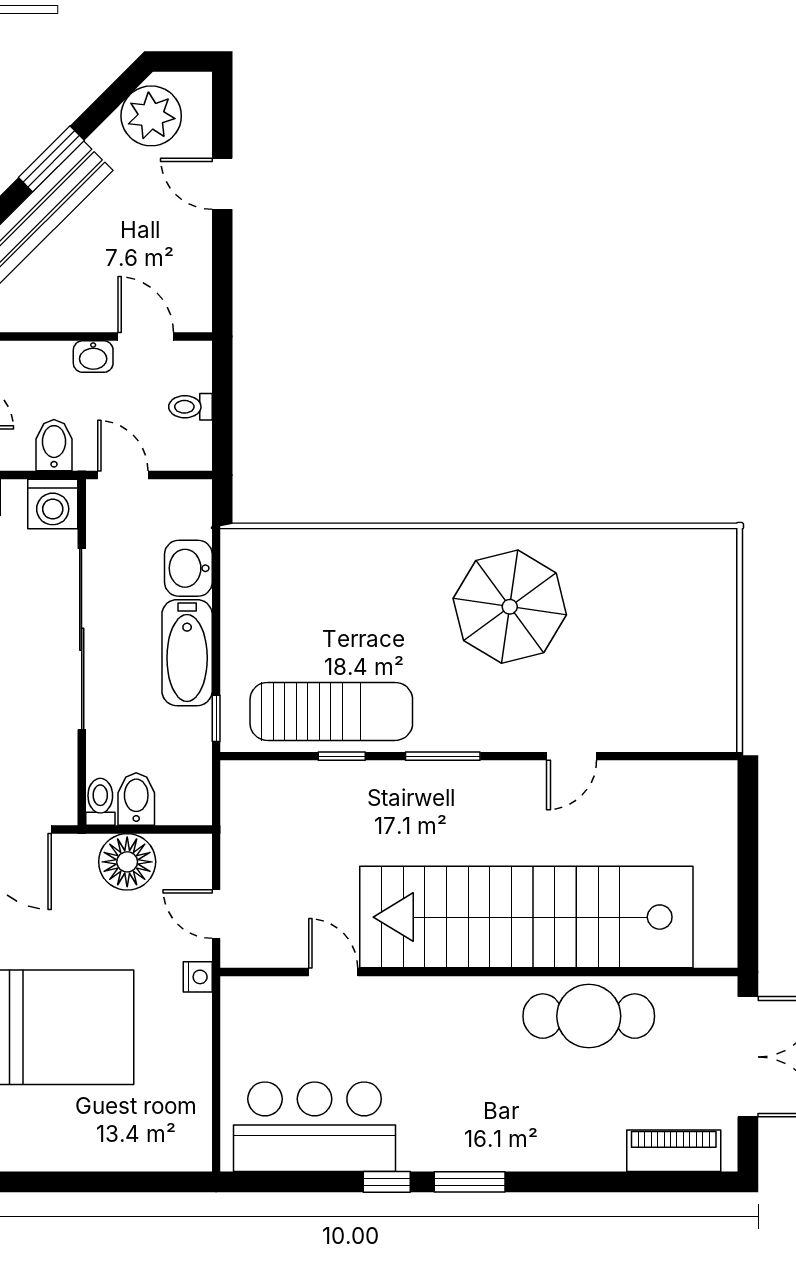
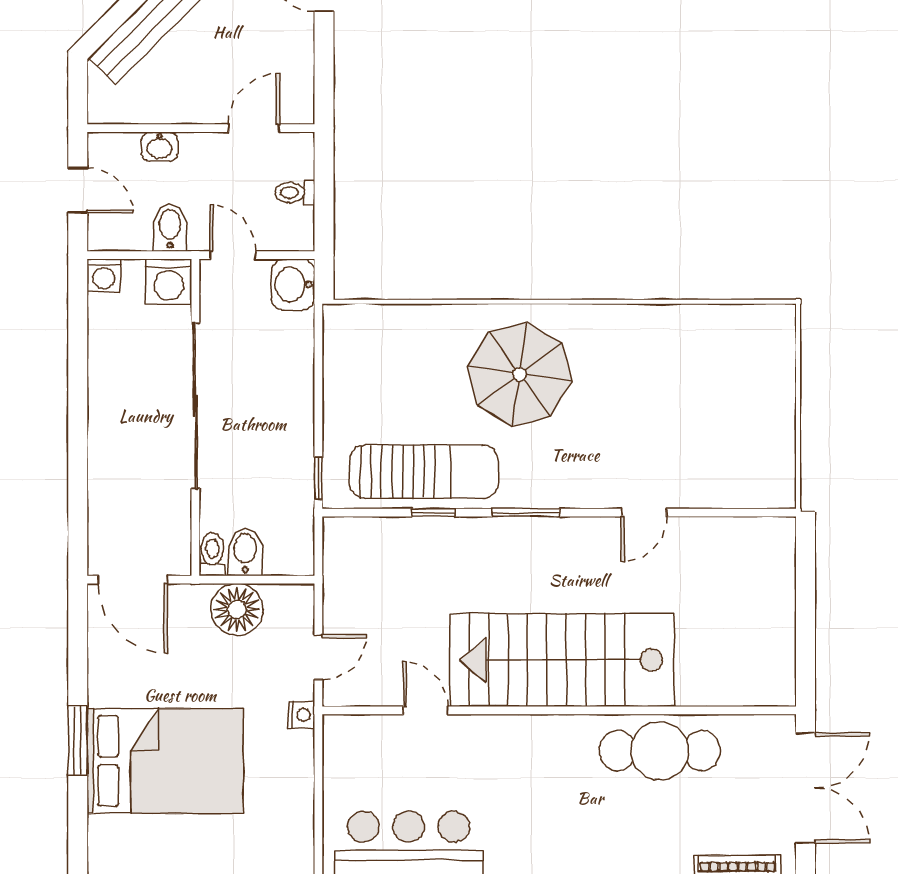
door: (146, 336) -> (254, 128), hinge flipped
washbasin: (93, 357) -> (160, 147), moved
washbasin: (188, 568) -> (293, 285), moved
parasol: (510, 607) -> (520, 374), moved
bathtub: (187, 653) -> (292, 418), removed
door: (216, 914) -> (318, 657), swing flipped
stairs: (526, 917) -> (562, 660), width x0.73

